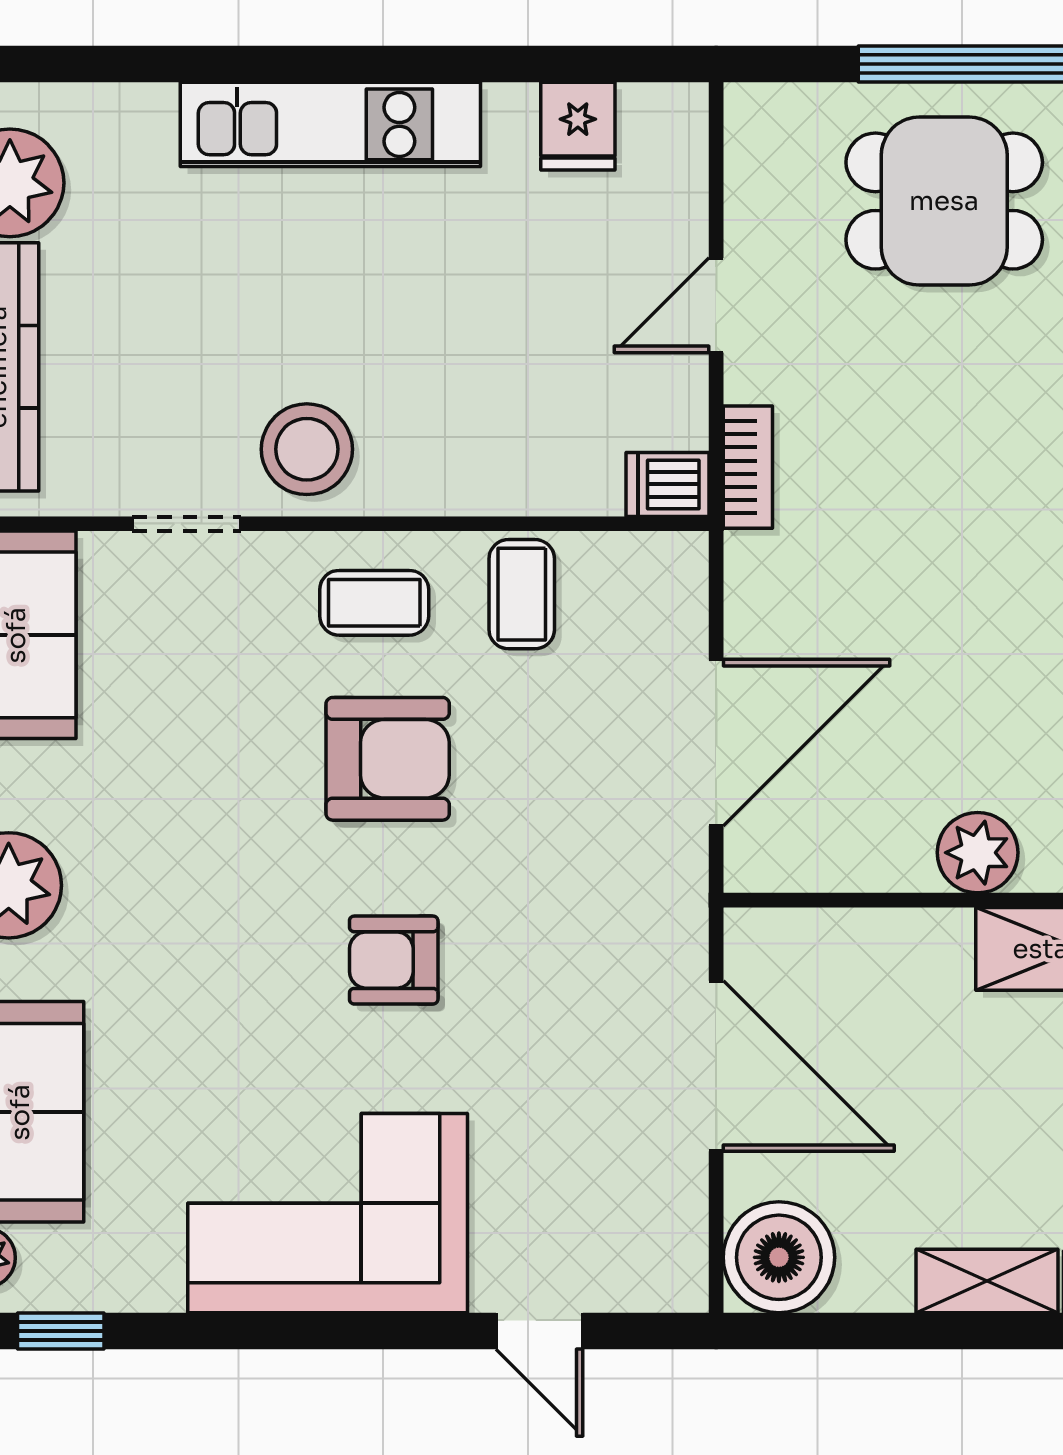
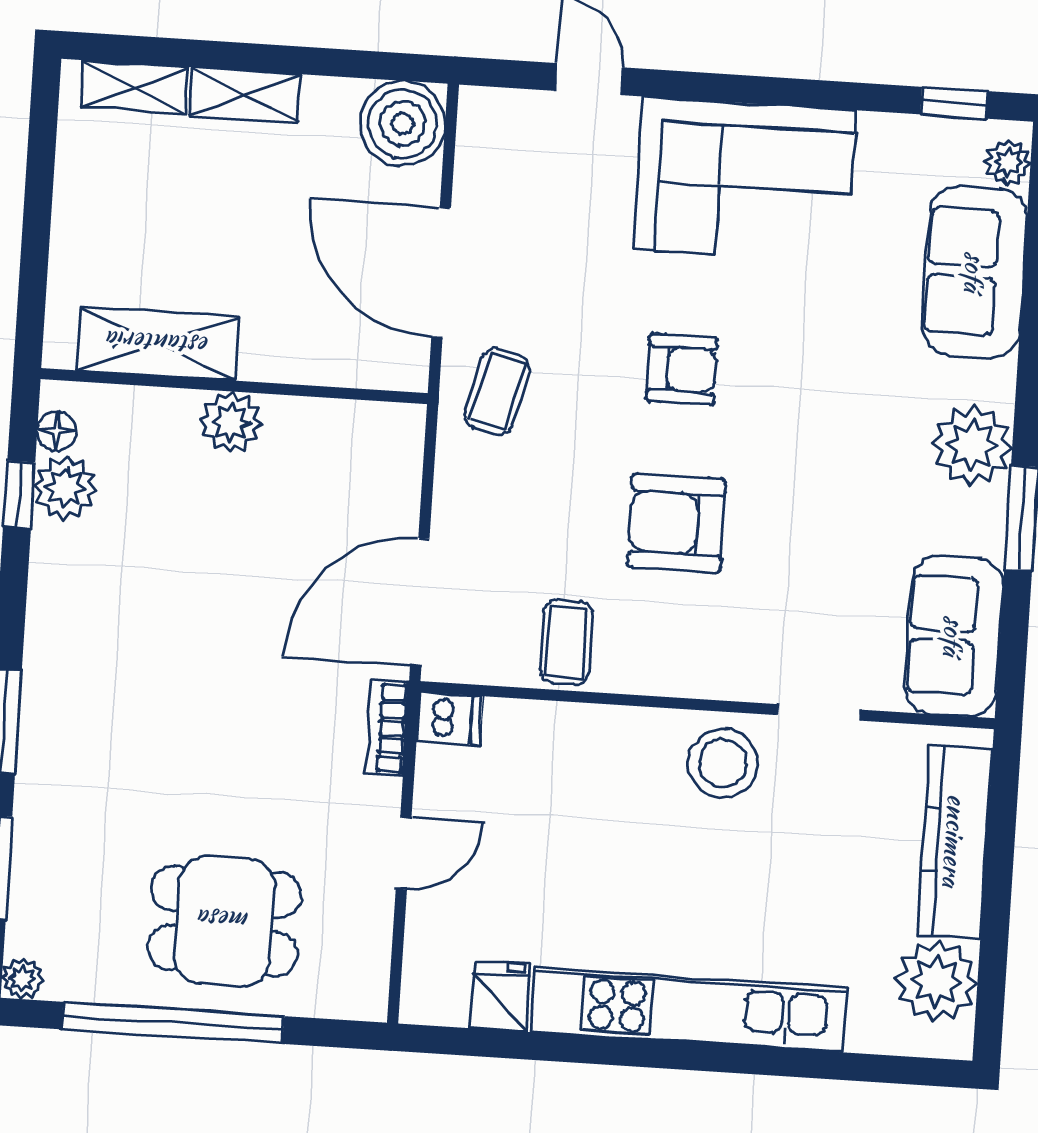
kitchen unit: (330, 124) -> (689, 1010), width x1.36
coffee table: (374, 603) -> (497, 392), moved, turned -76
door: (716, 743) -> (420, 602), moved

